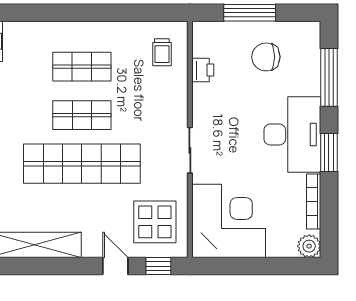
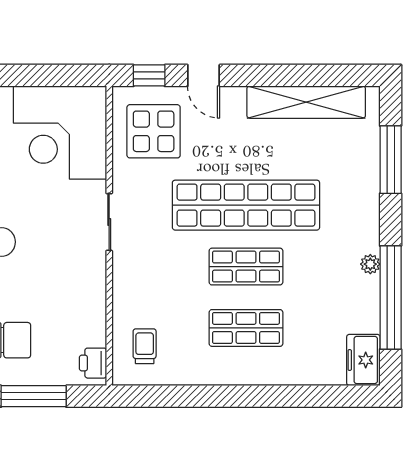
printer: (203, 70) -> (93, 363), moved

